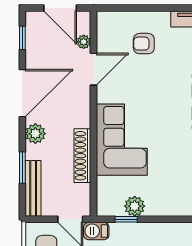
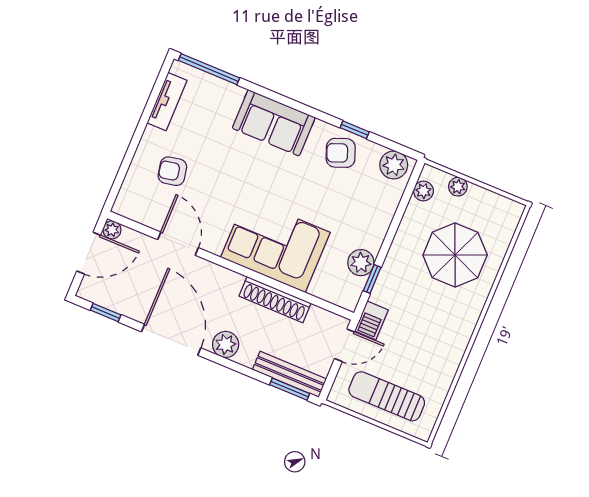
plant: (84, 42) -> (112, 230), moved
armchair: (144, 44) -> (172, 171), turned 79
window: (22, 168) -> (290, 389), moved

